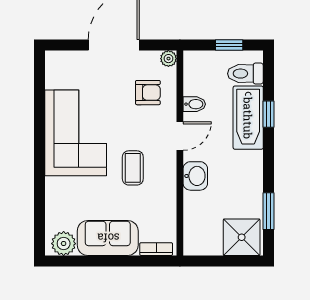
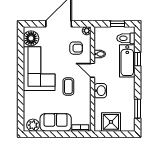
floor lamp: (60, 73) -> (31, 38), added
door: (180, 136) -> (92, 70), swing flipped
shower: (242, 237) -> (111, 122), moved

